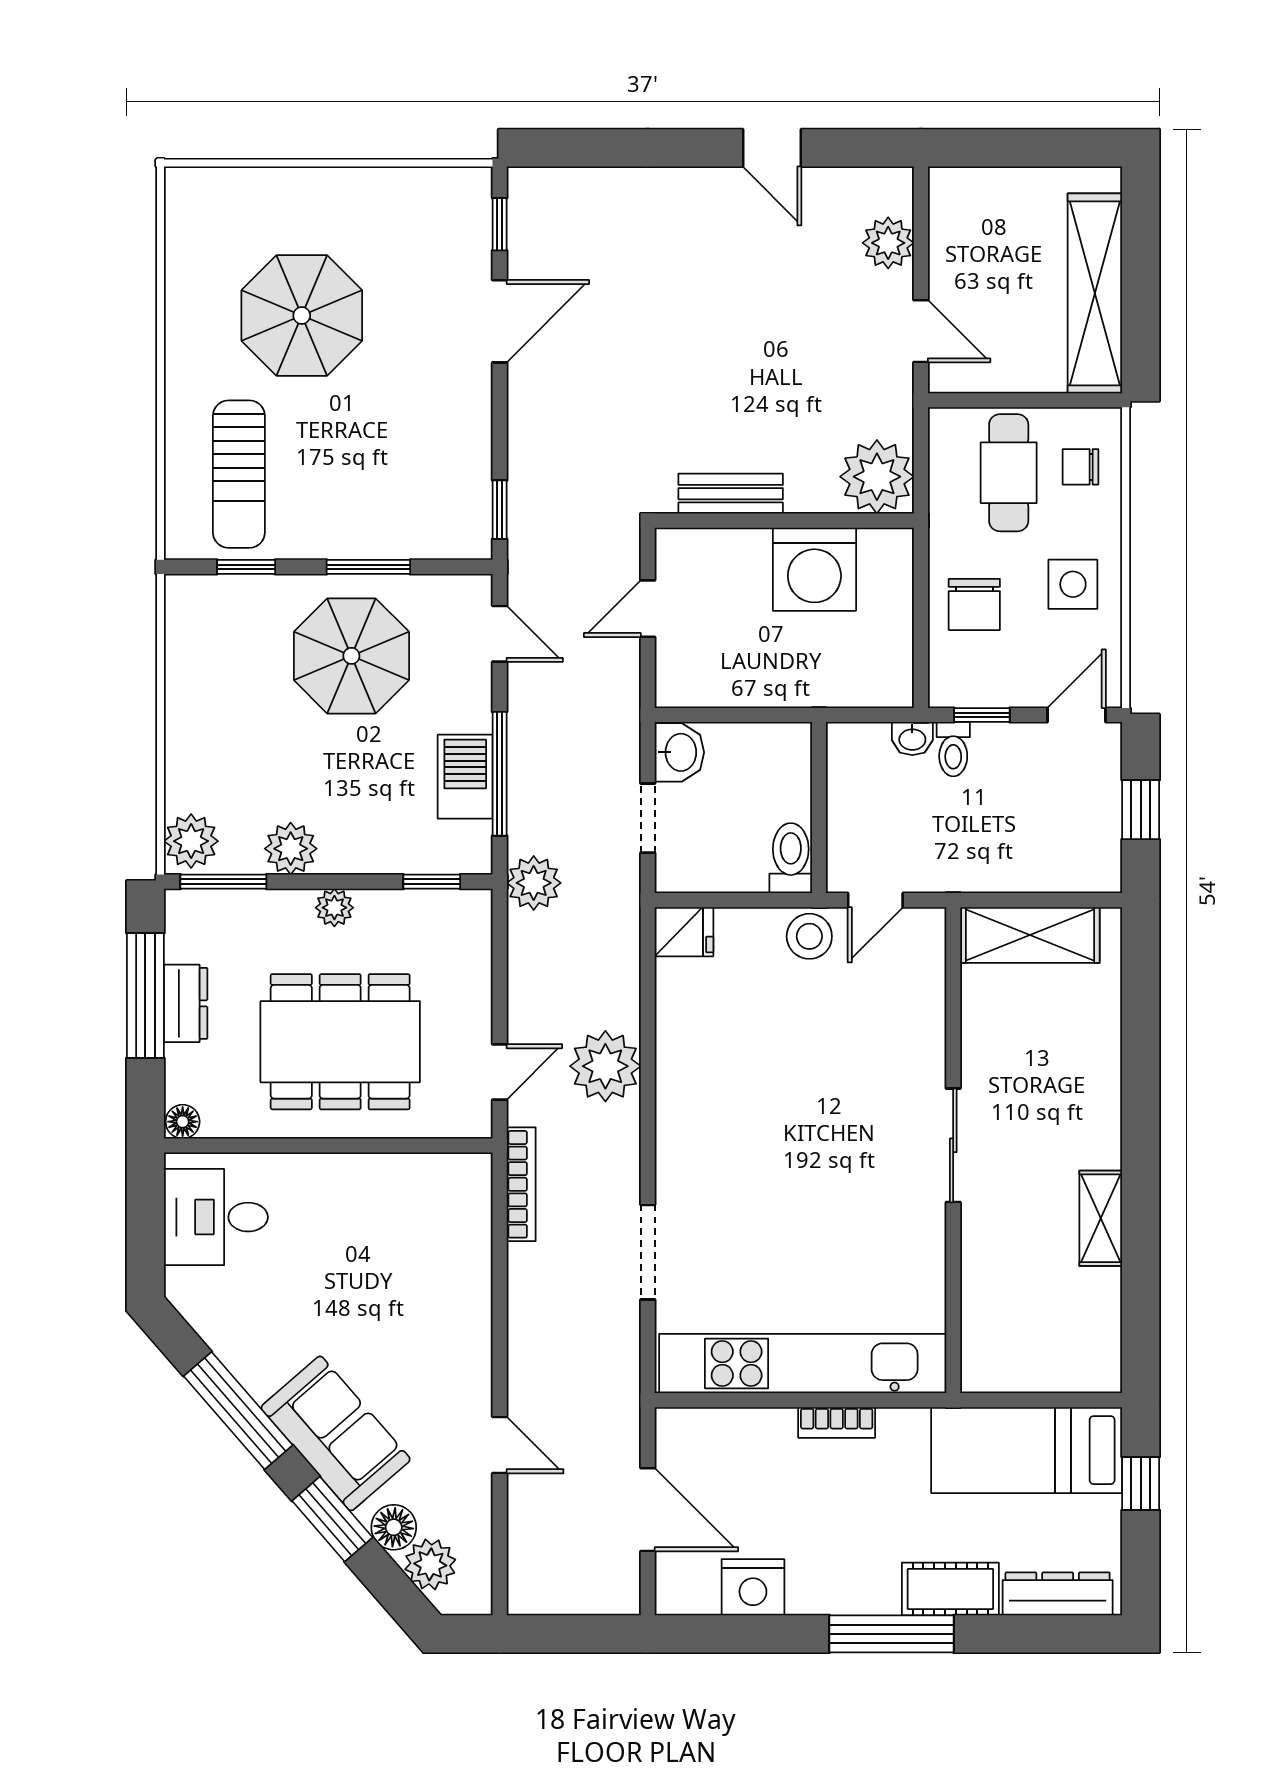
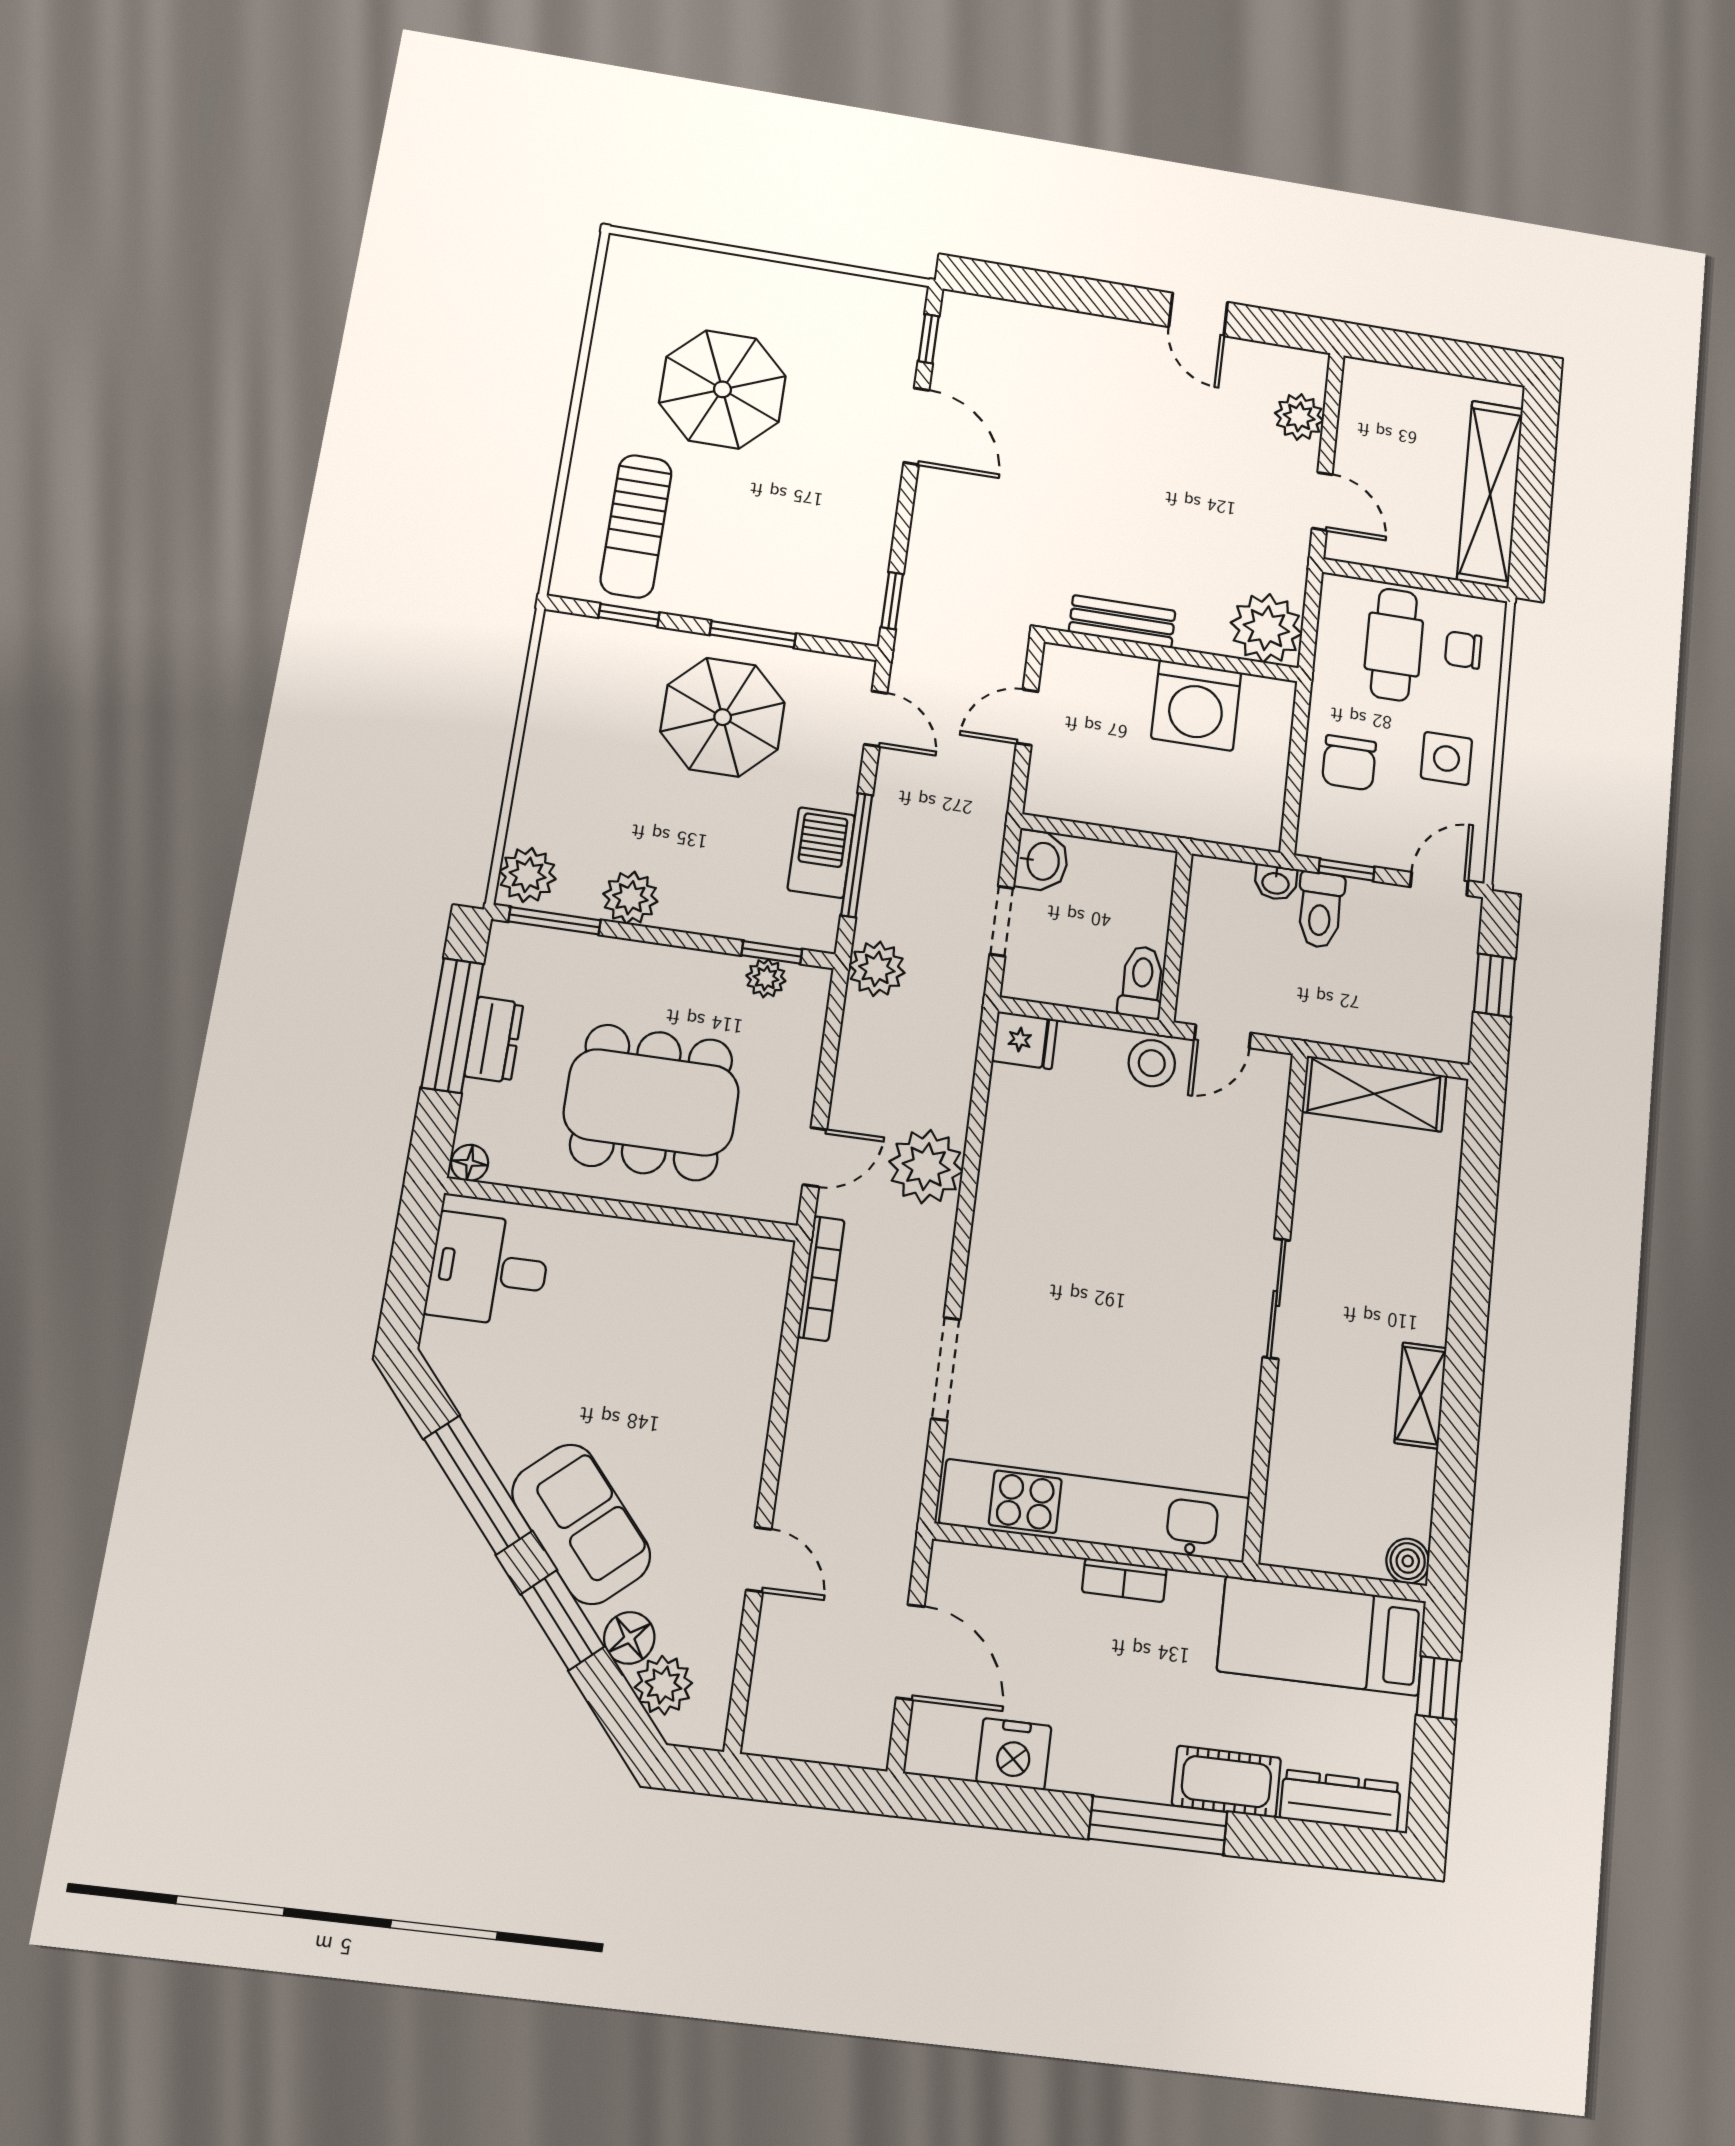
door: (500, 321) -> (916, 426), hinge flipped
toilet: (953, 749) -> (1320, 910), width x1.37, depth x1.39
plant: (334, 908) -> (766, 978), moved
boiler: (1102, 1373) -> (1408, 1561), added

